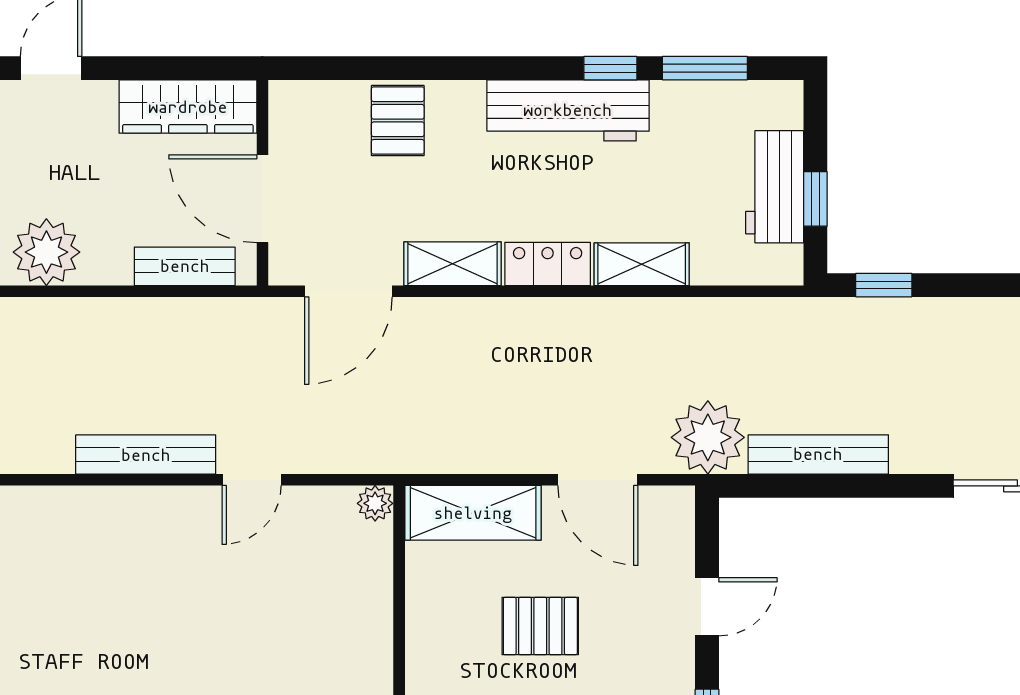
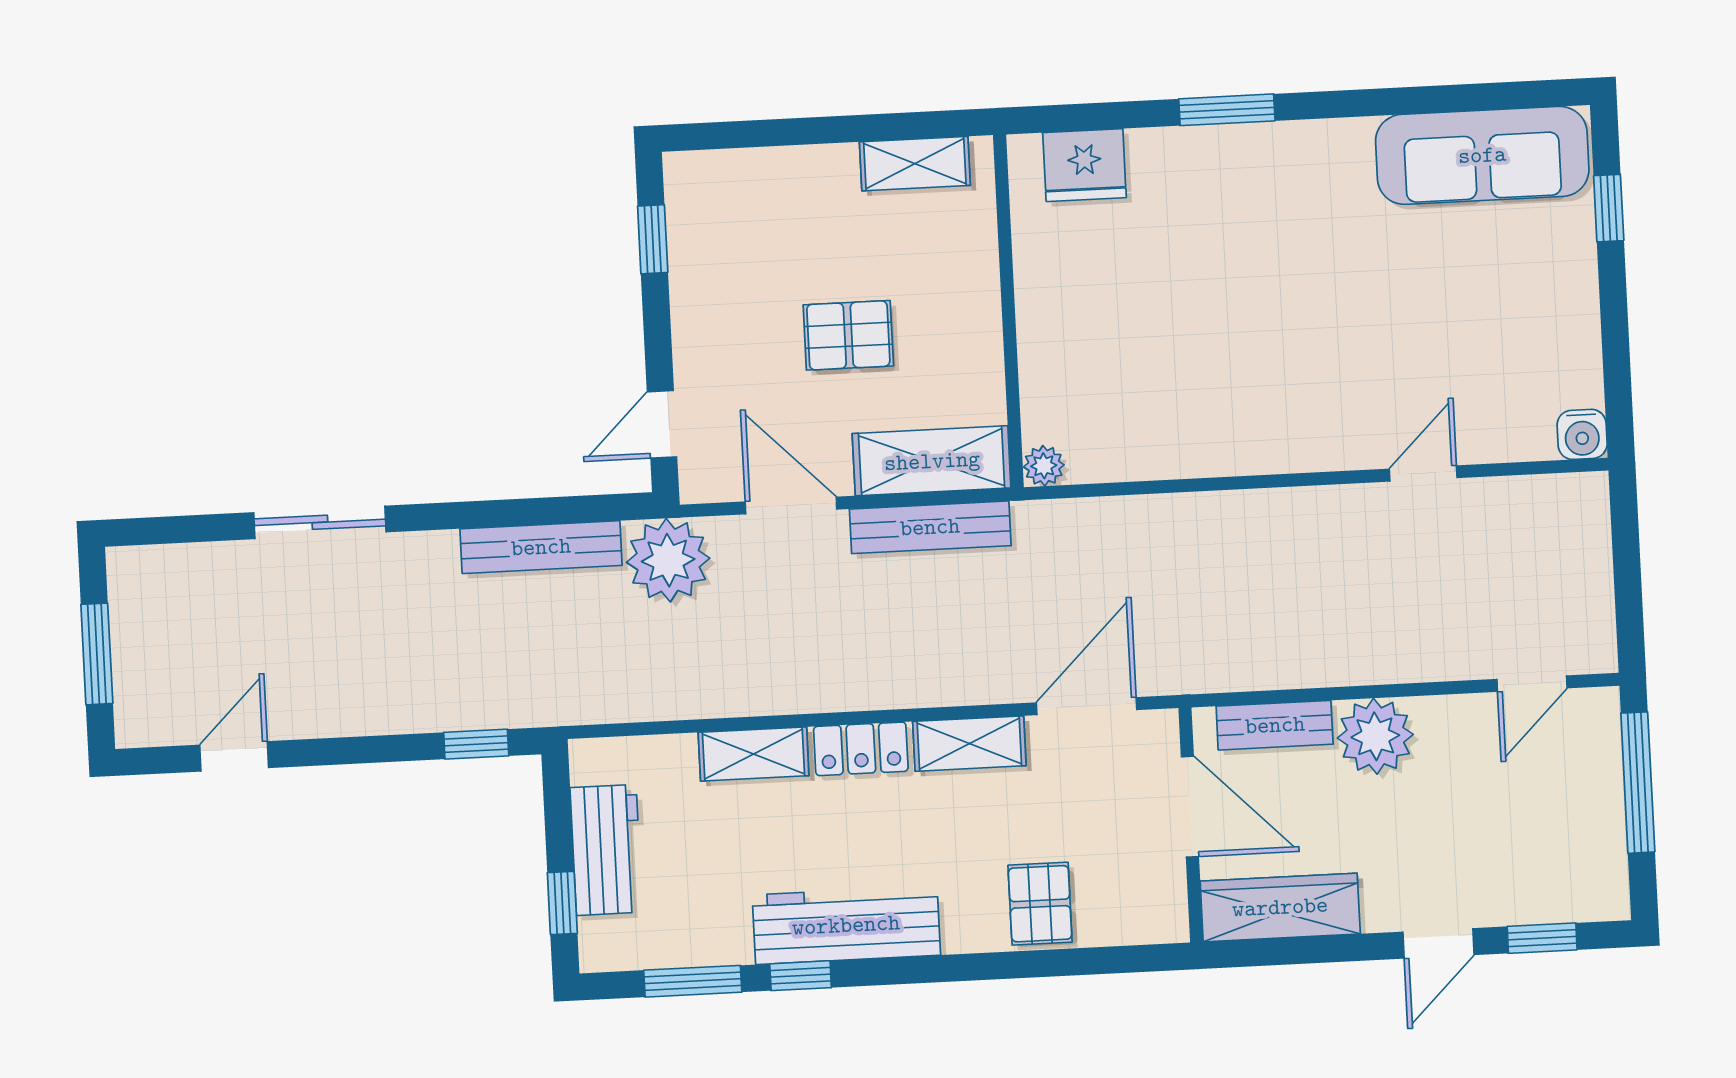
window: (815, 199) -> (562, 903), moved
plant: (46, 252) -> (1375, 736), moved
bench: (146, 455) -> (930, 527), moved
door: (252, 480) -> (1423, 473), moved
door: (707, 607) -> (662, 424), moved

